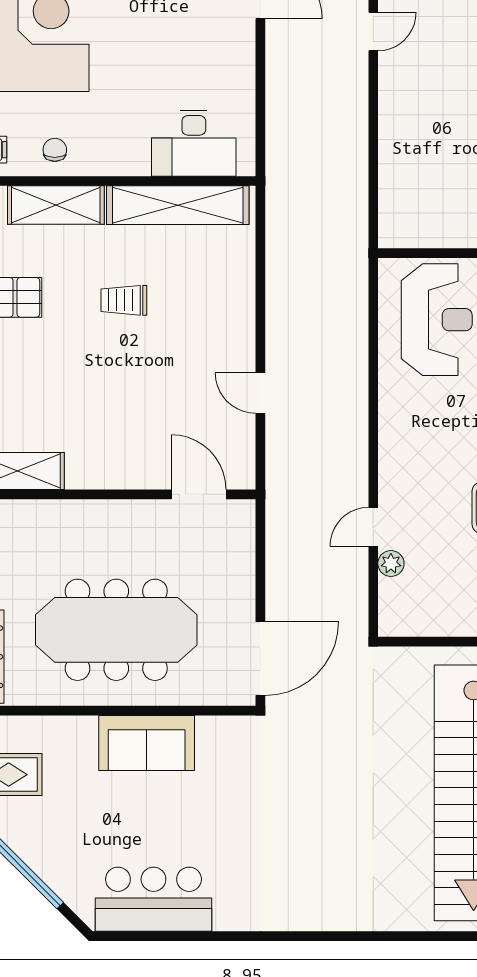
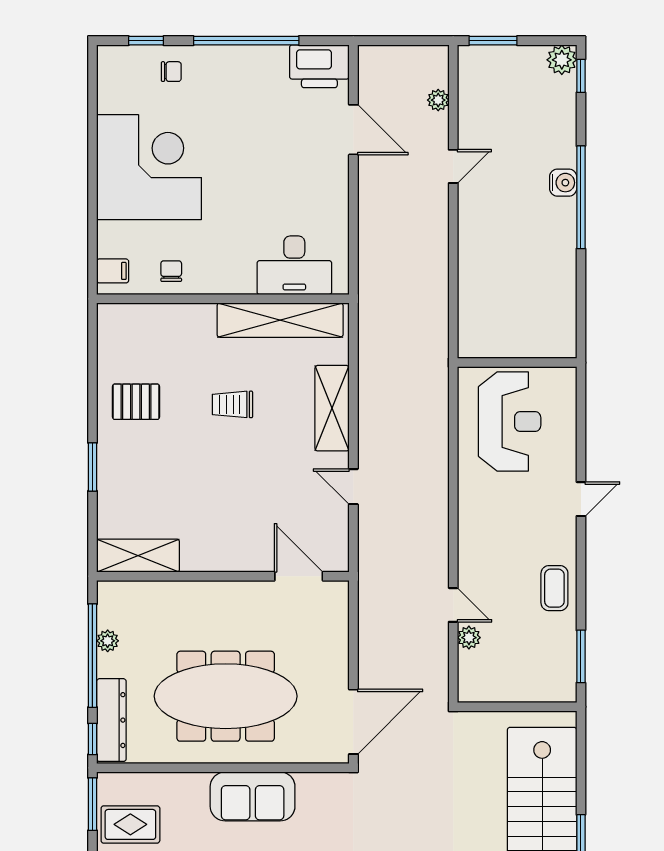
shelving: (56, 205) -> (332, 408), moved, turned 90
door: (373, 527) -> (453, 605), swing flipped

